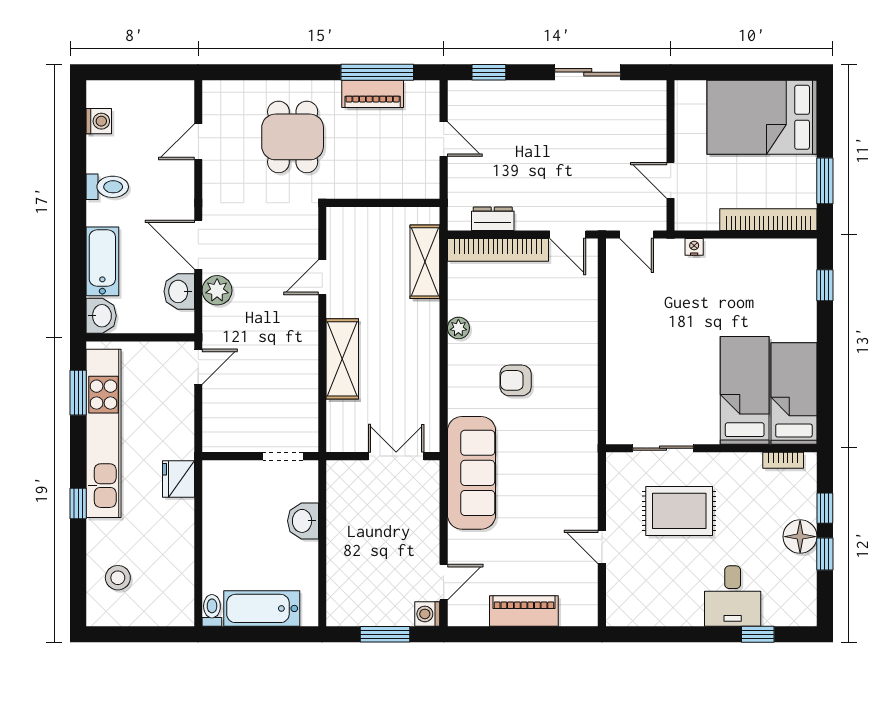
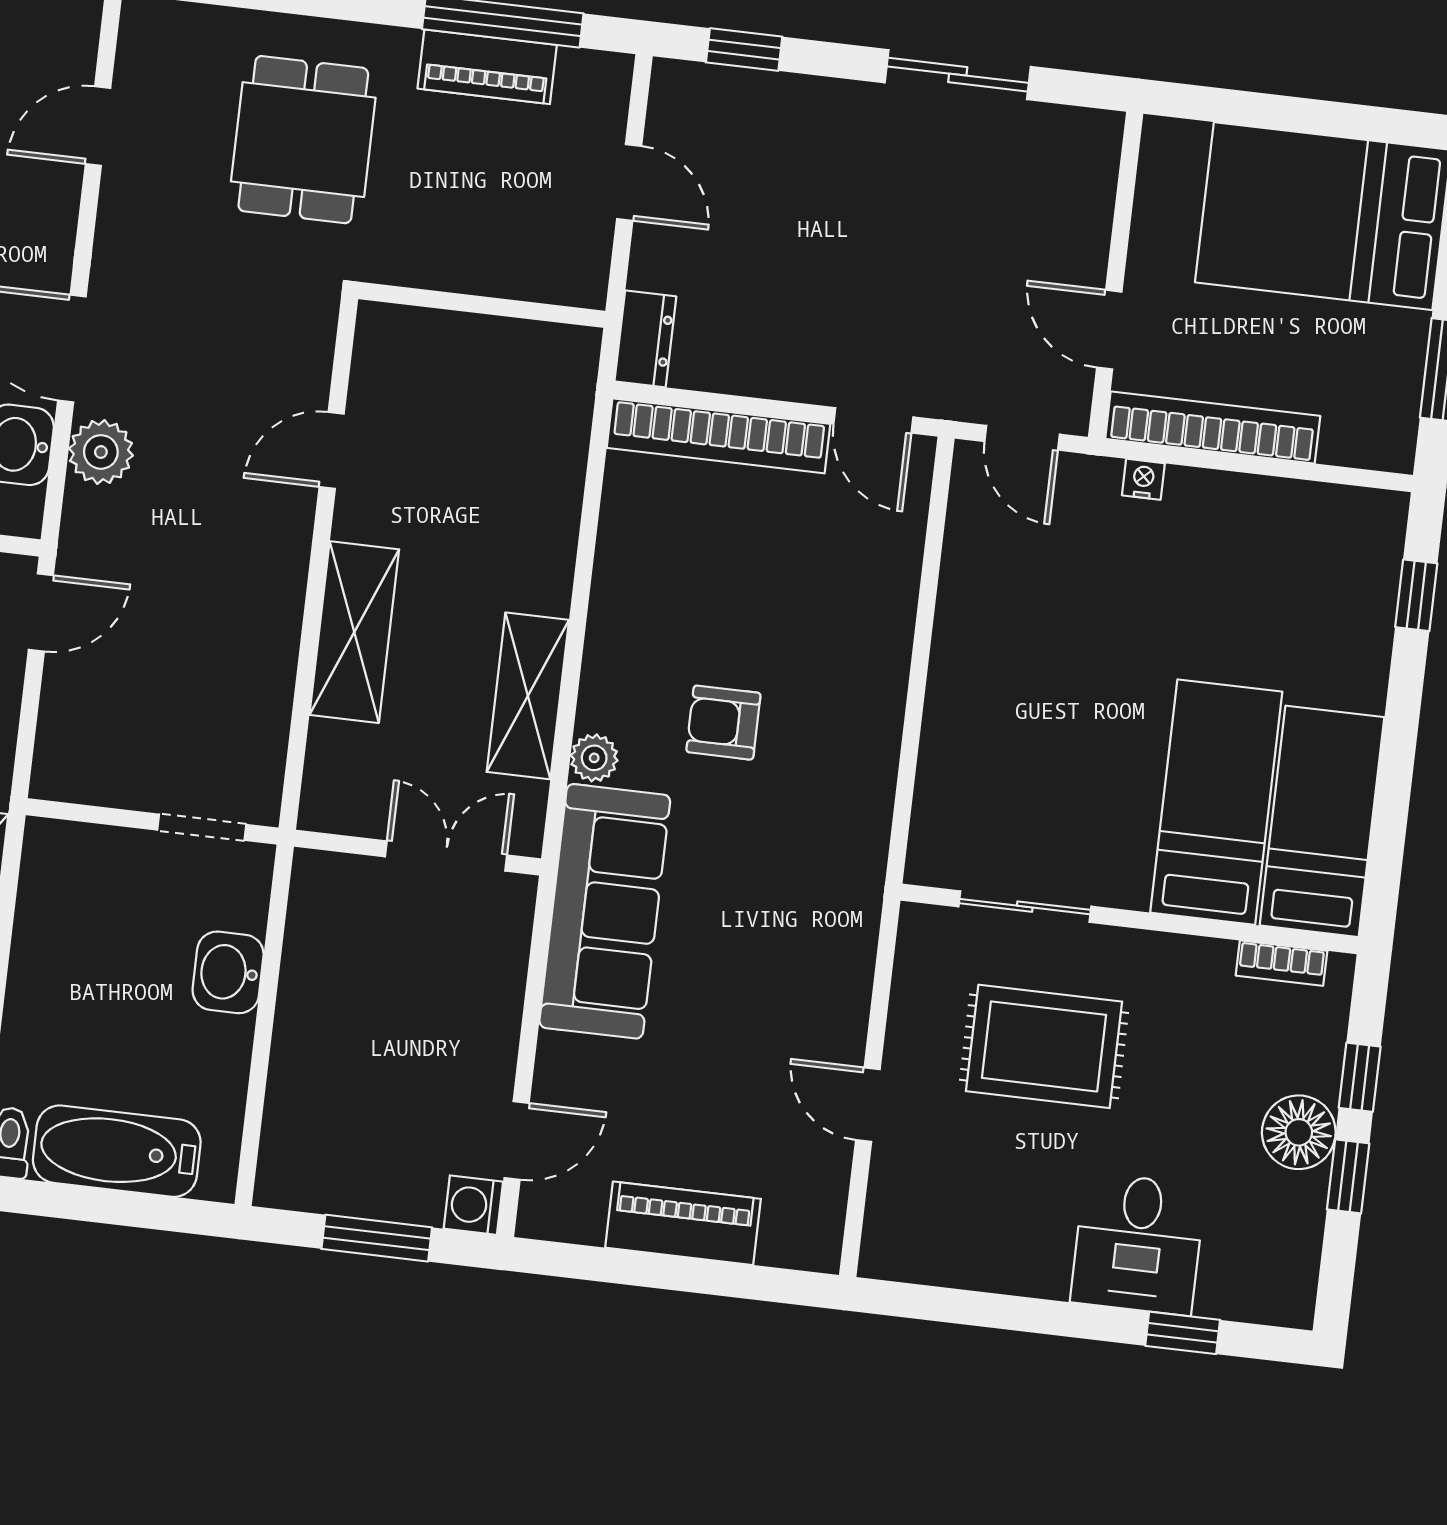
dresser: (493, 219) -> (645, 339), moved, turned 90
bookcase: (768, 220) -> (1213, 427), moved
shelving: (425, 262) -> (528, 696), moved
plant: (458, 328) -> (594, 758), moved

